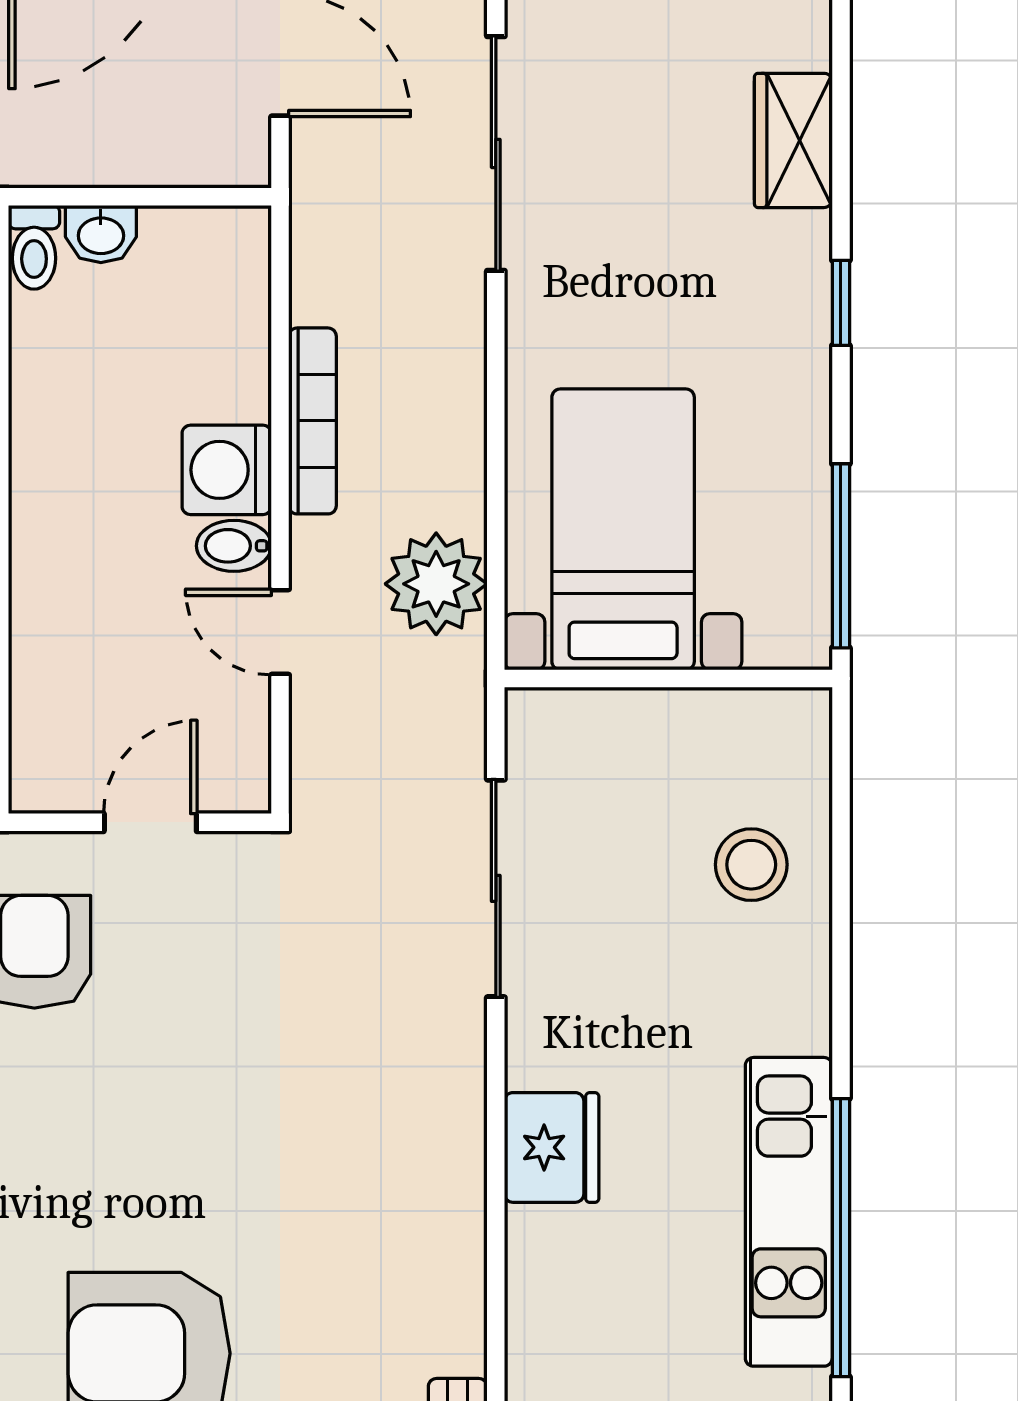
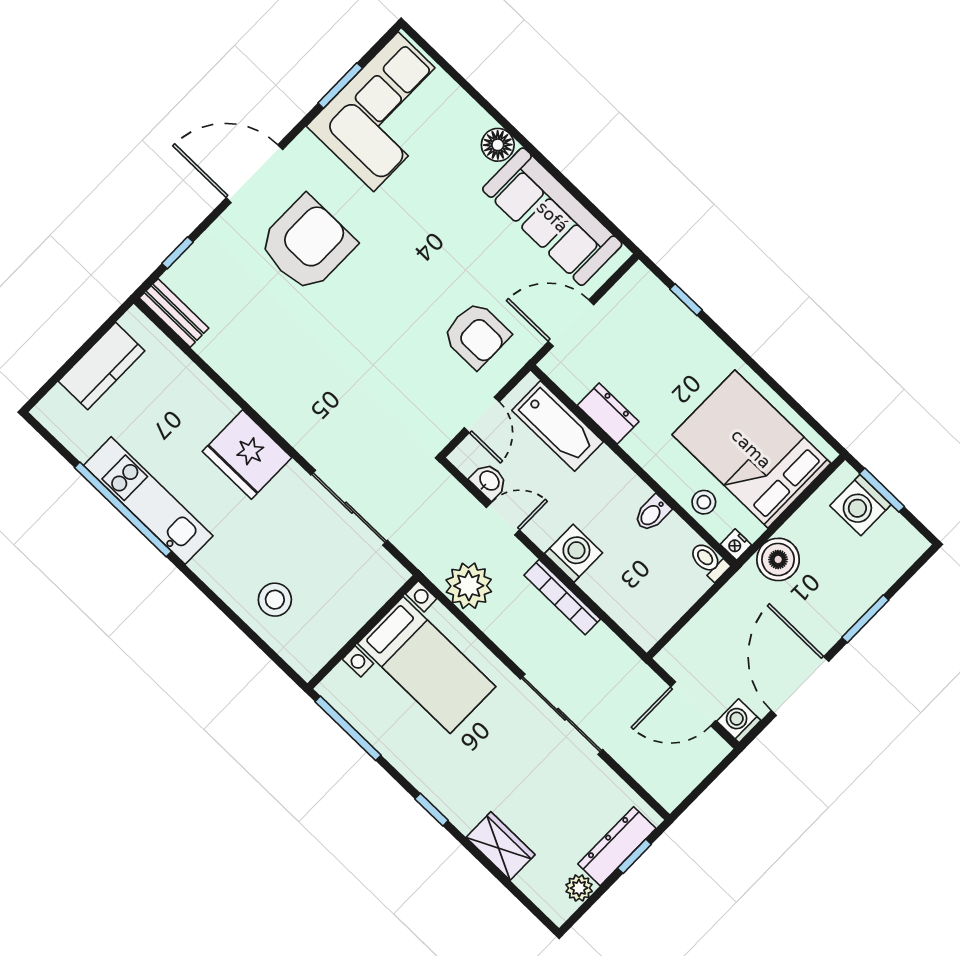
sliding door: (496, 153) -> (562, 714), moved
washbasin: (101, 234) -> (489, 481), moved, turned 90
bidet: (234, 546) -> (652, 513), moved, turned 180
bathtub: (53, 687) -> (557, 426), added
fridge: (552, 1147) -> (247, 455), width x1.36, depth x1.34

